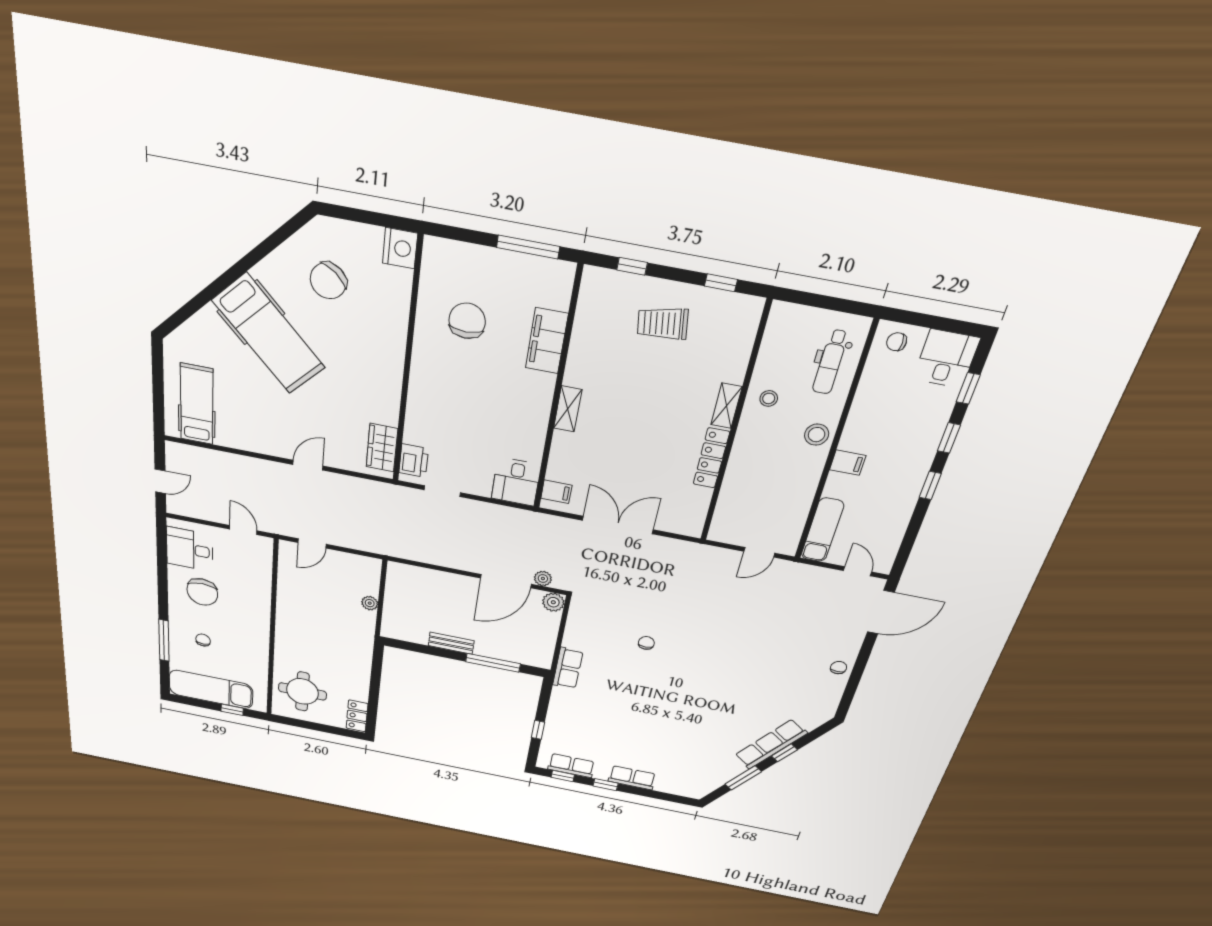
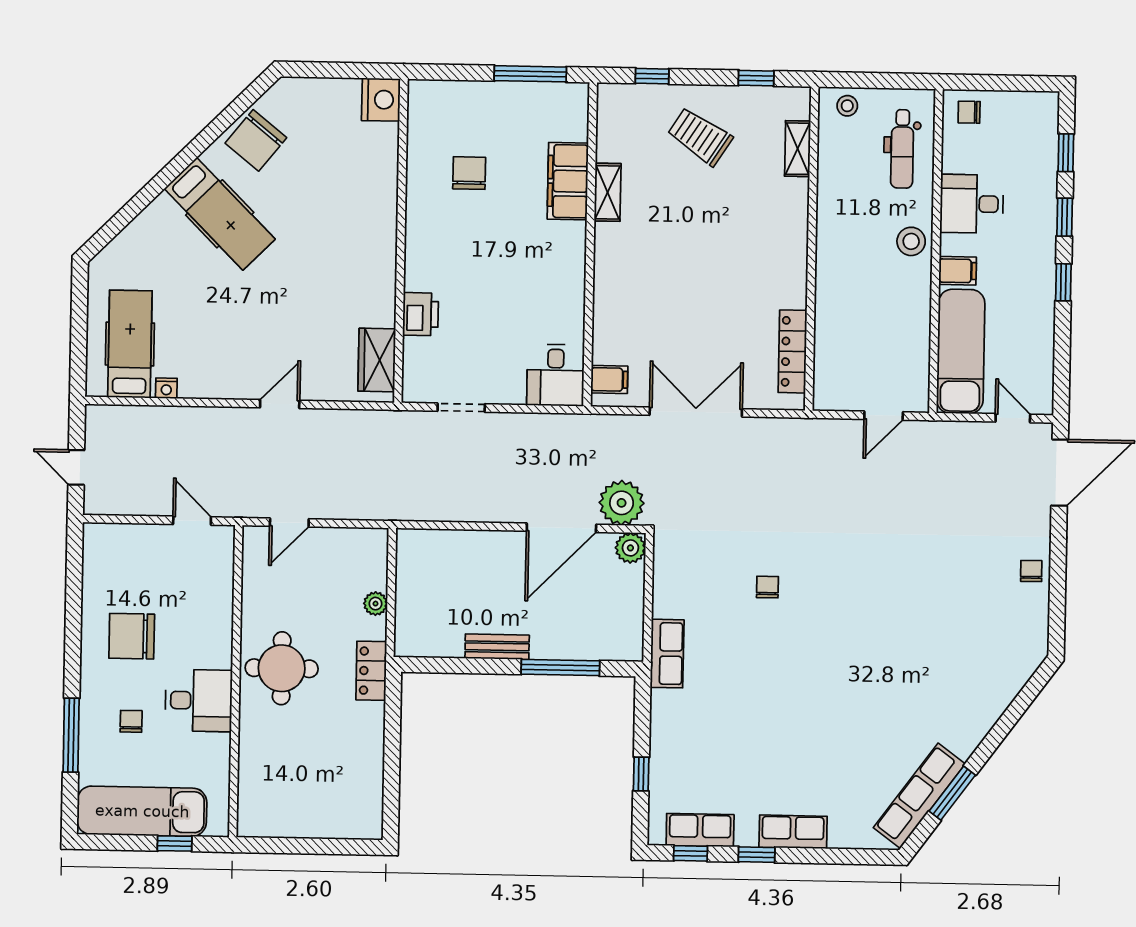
chair: (328, 281) -> (256, 140), moved
chair: (467, 321) -> (469, 173), width x0.73, depth x0.73
trolley: (663, 323) -> (700, 136), turned 41
hospital bed: (269, 334) -> (220, 214), width x0.73, depth x0.78
desk: (946, 359) -> (972, 204), moved, turned -90
stool: (769, 398) -> (847, 106), moved
shelving: (726, 406) -> (798, 149), moved
shelving: (568, 409) -> (608, 192), moved
nightstand: (224, 440) -> (166, 388), added
locker: (711, 458) -> (793, 351), moved
printer: (414, 461) -> (421, 314), moved
door: (160, 481) -> (76, 467), swing flipped
exam couch: (822, 530) -> (961, 351), width x1.36, depth x1.45
desk: (190, 549) -> (199, 700), moved, turned 180
plant: (543, 578) -> (622, 503), width x1.88, depth x1.88
chair: (202, 592) -> (132, 636), turned 90
round table: (302, 691) -> (282, 668), moved
locker: (357, 716) -> (371, 671), moved
row of seats: (771, 744) -> (919, 796), moved
window: (784, 753) -> (998, 733), removed

